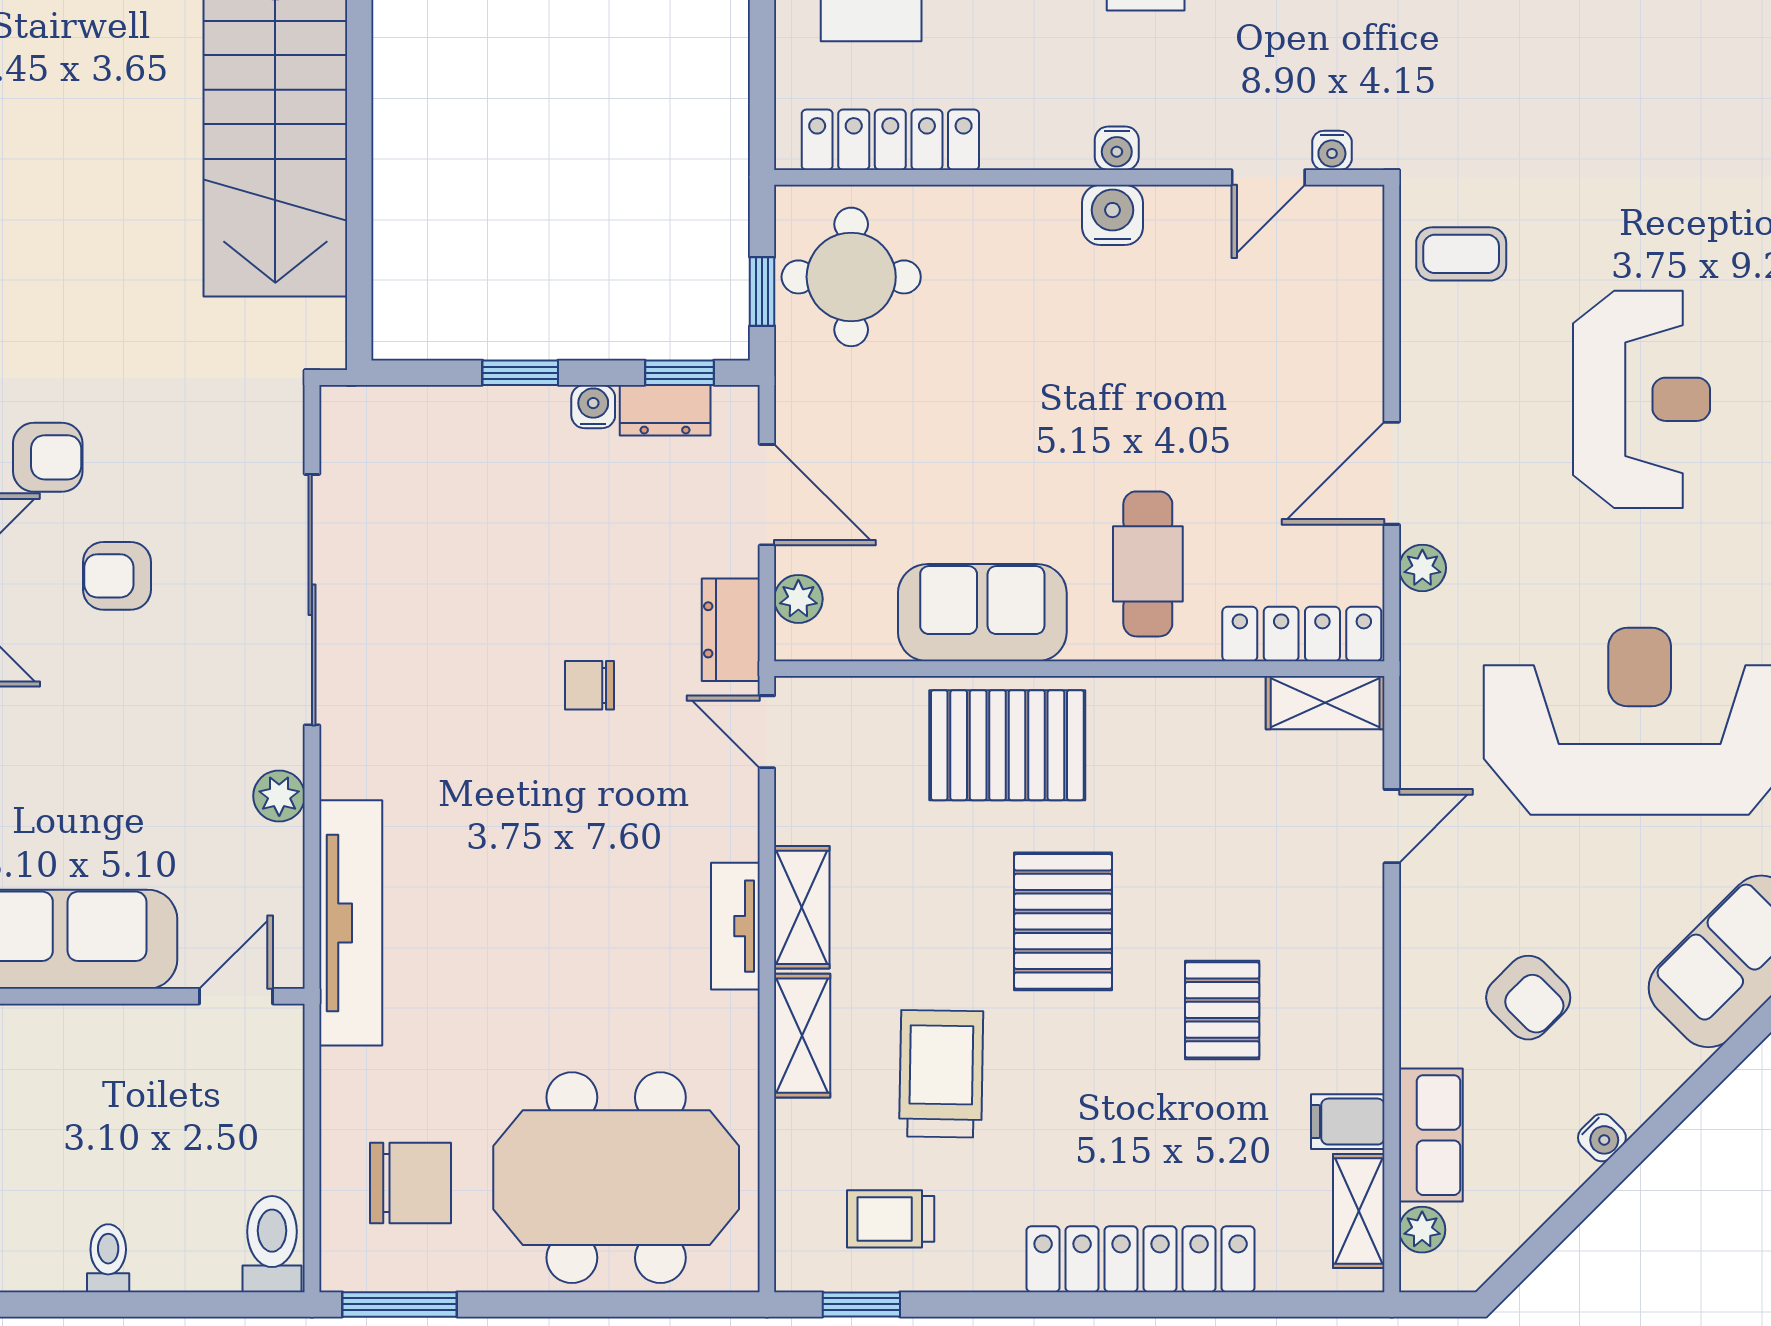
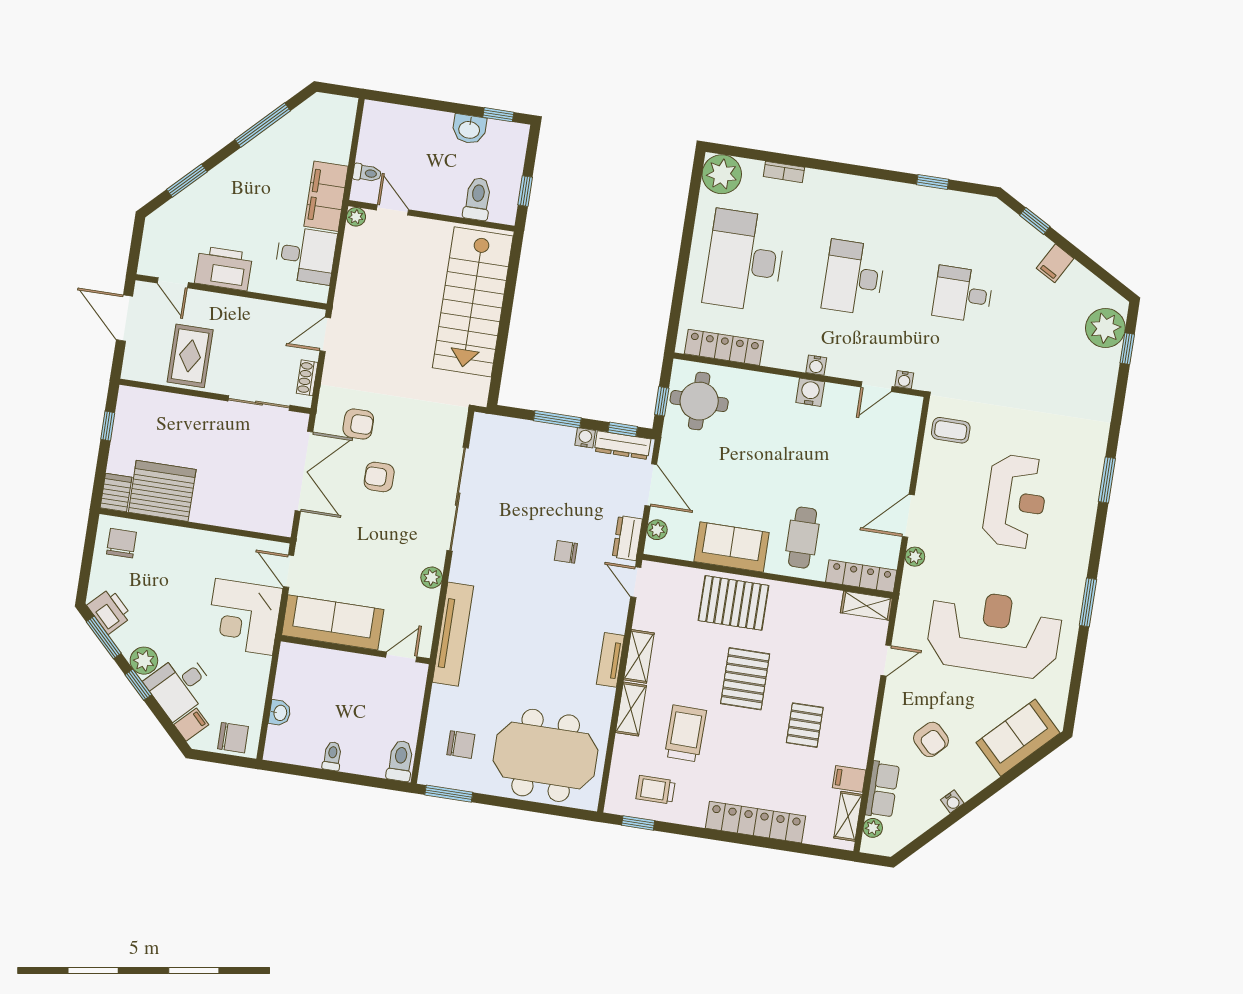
window: (520, 373) -> (557, 419), width x1.50
dresser: (665, 410) -> (622, 445), width x1.44
chair: (411, 1183) -> (461, 745), width x0.73, depth x0.73

